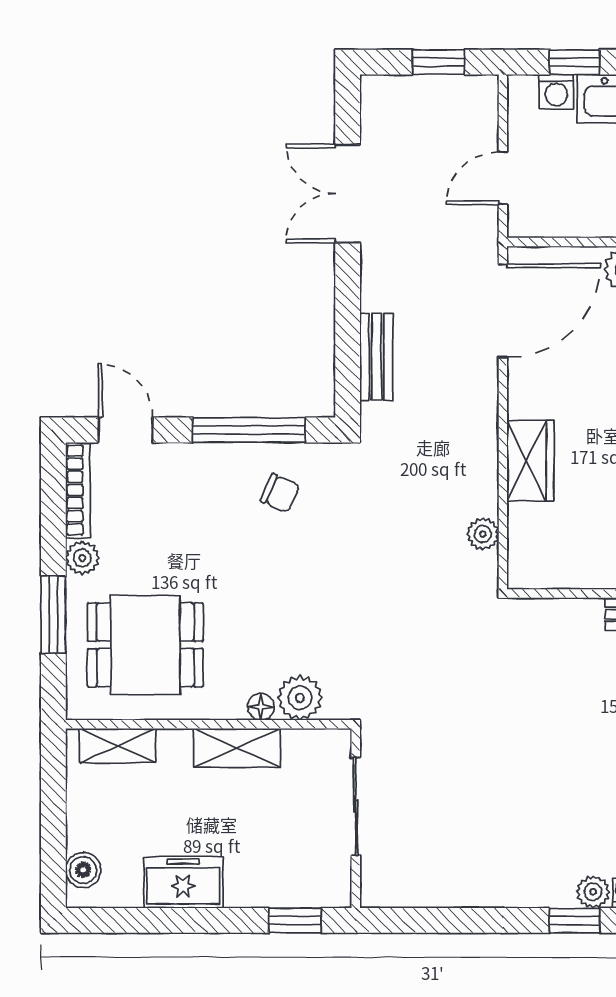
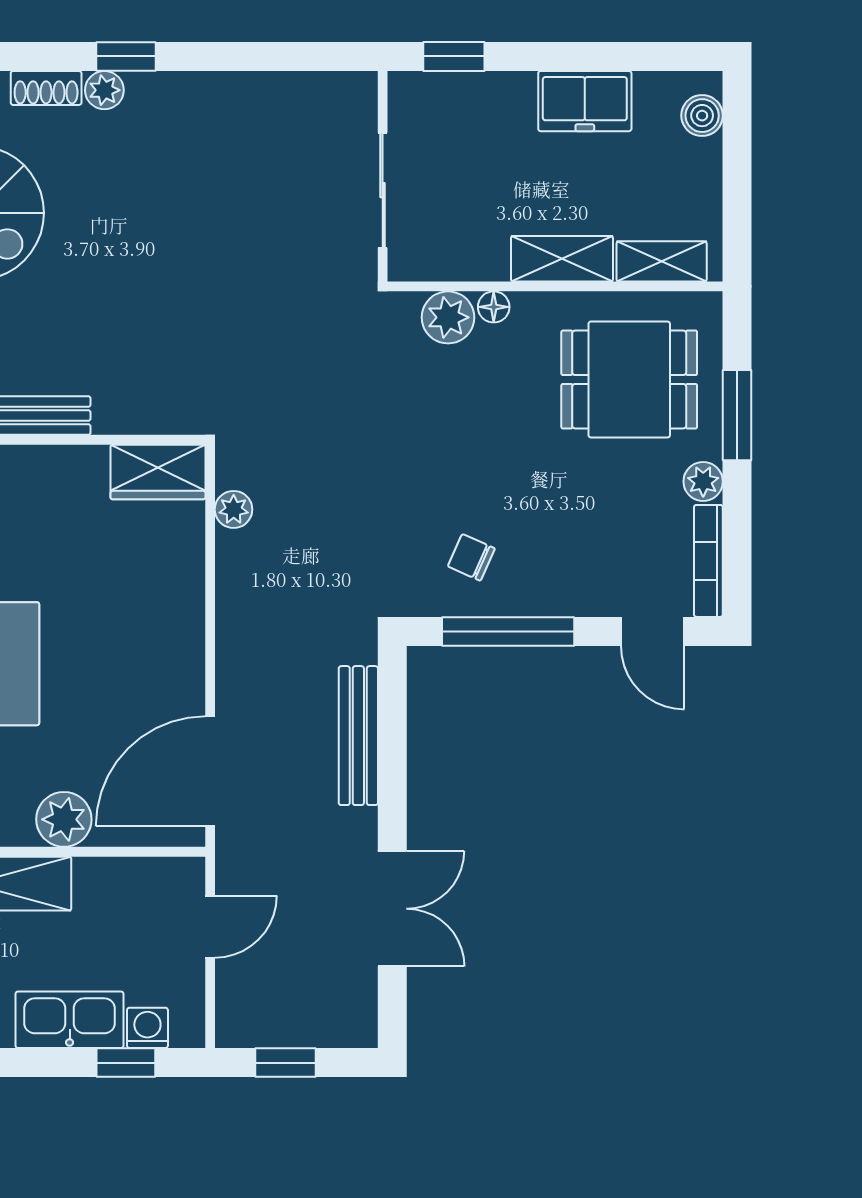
bench: (376, 357) -> (358, 736), width x1.36
wardrobe: (530, 461) -> (158, 472), moved, turned -90
shelving: (237, 748) -> (562, 259), moved

